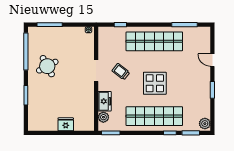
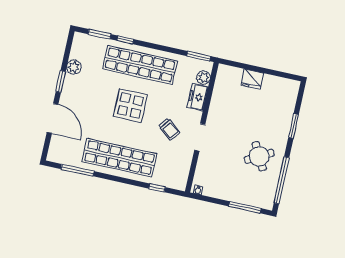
door: (212, 60) -> (53, 118), width x1.88
plant: (205, 124) -> (74, 67), moved

